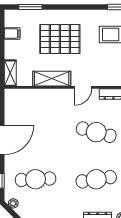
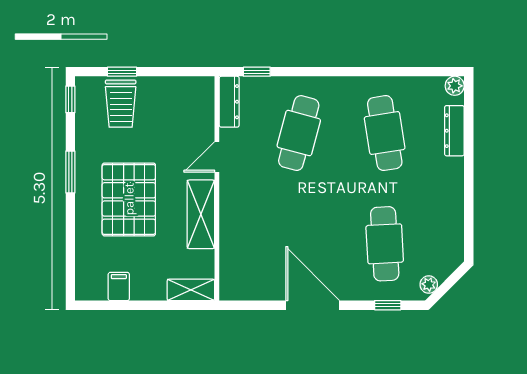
window: (30, 7) -> (70, 172), moved
door: (83, 87) -> (217, 157), swing flipped

